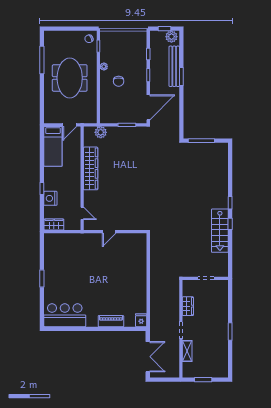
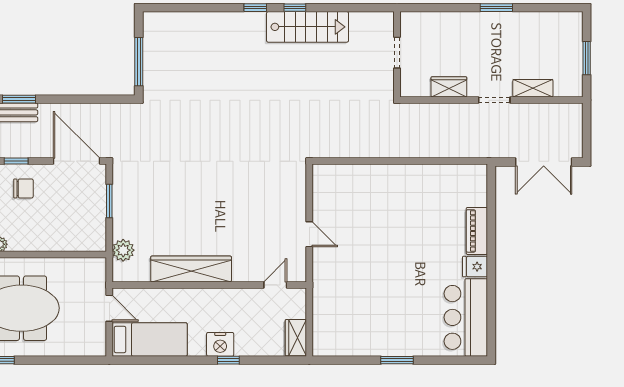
chair: (119, 81) -> (23, 188), moved
nightstand: (50, 198) -> (220, 344), moved
fridge: (141, 320) -> (475, 267), moved
double door: (148, 357) -> (544, 162), swing flipped

